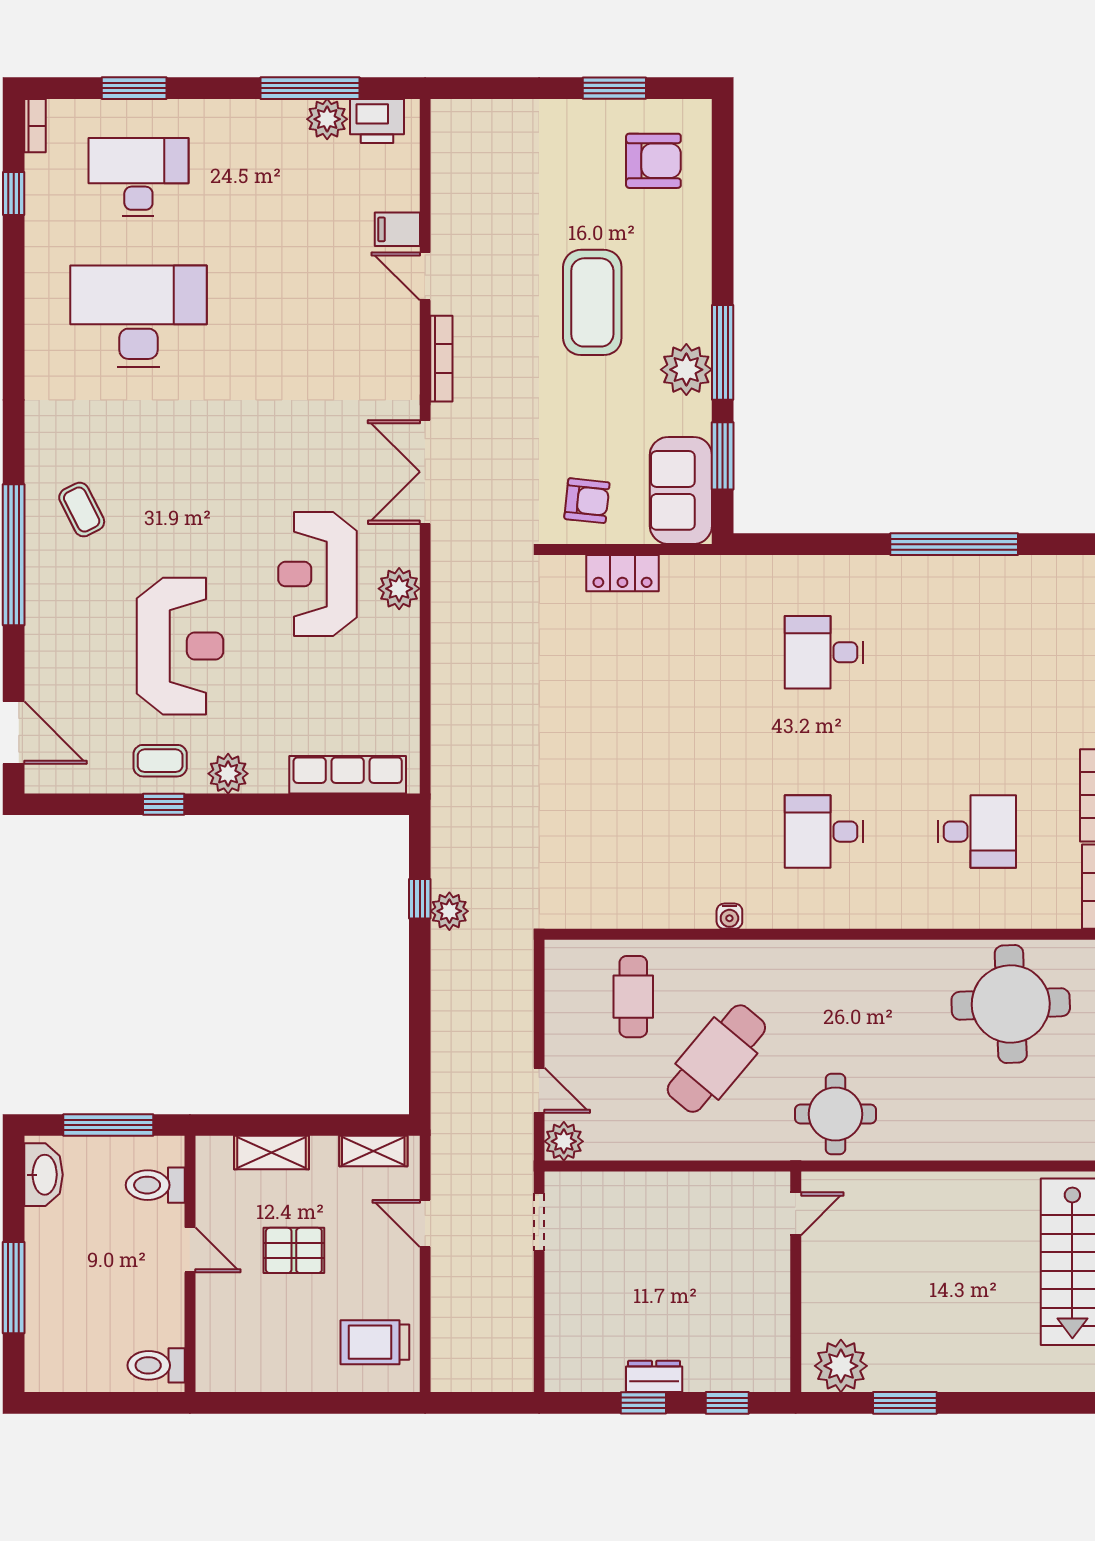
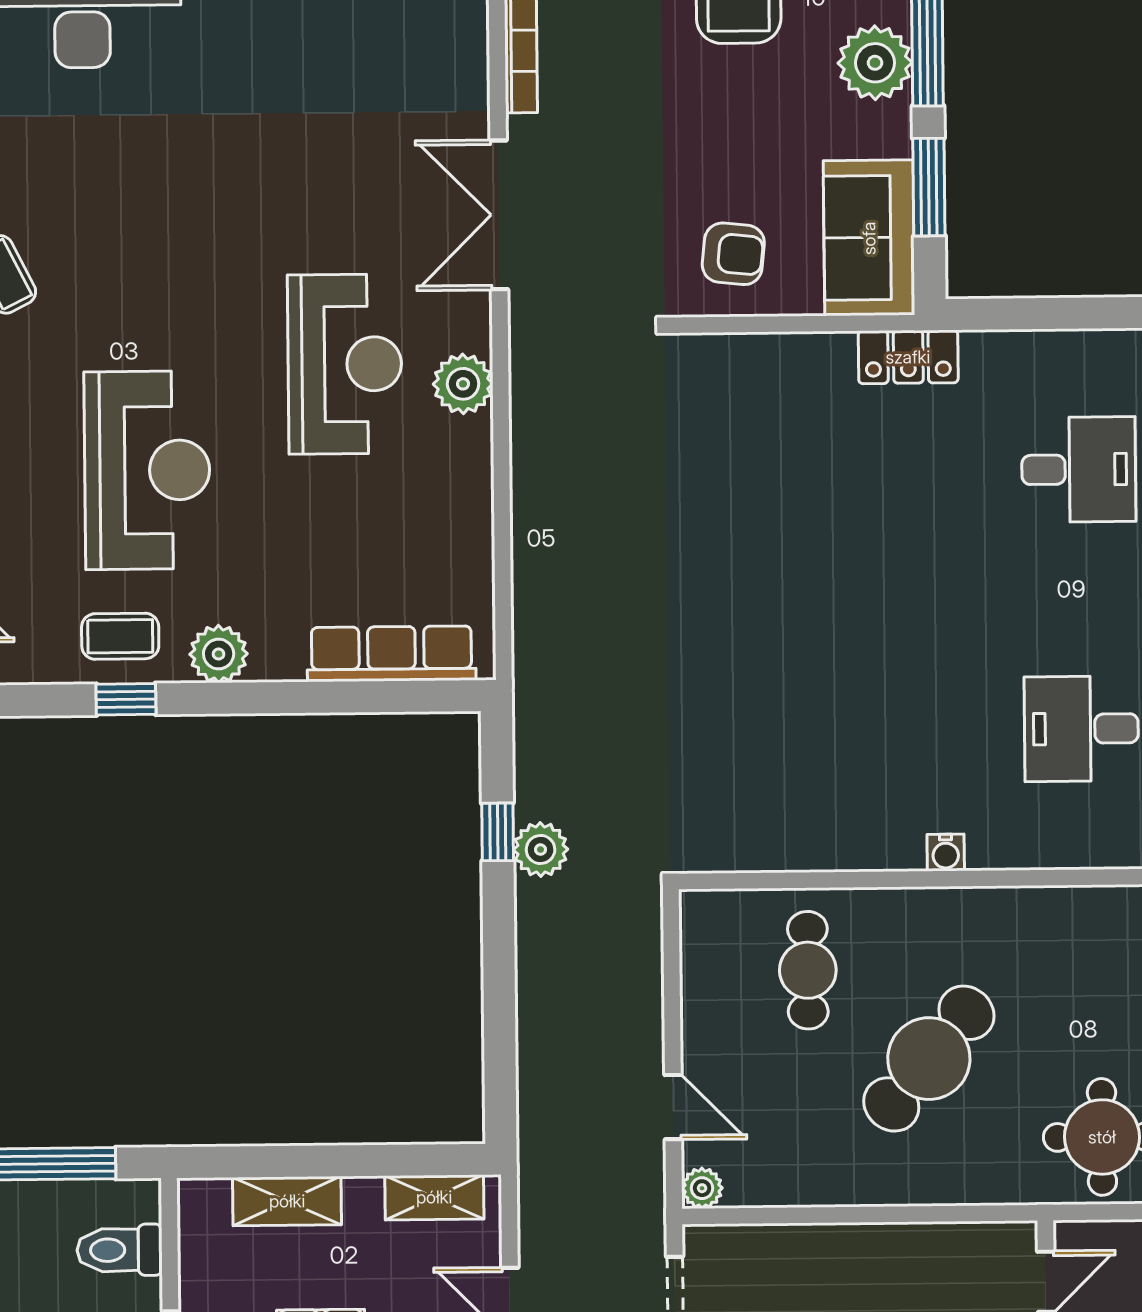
locker: (622, 573) -> (908, 357), moved
reception desk: (317, 574) -> (345, 364), turned 180
desk: (824, 652) -> (1079, 469), turned 180
plant: (564, 1141) -> (702, 1188), width x0.73, depth x0.73

